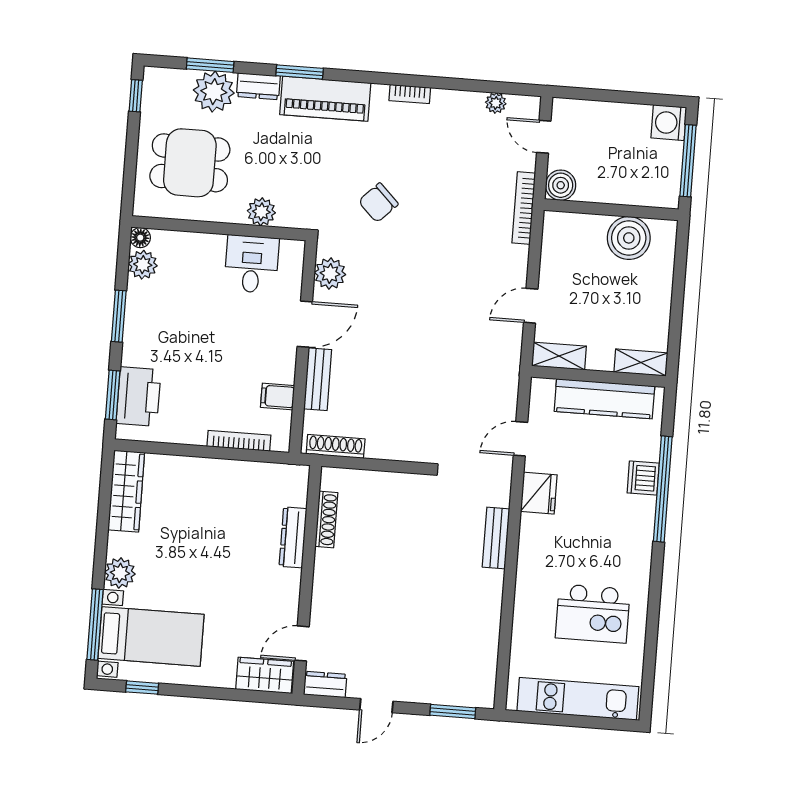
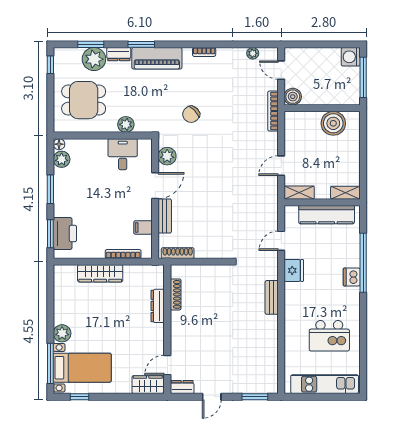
dishwasher: (643, 478) -> (352, 277), moved
wardrobe: (126, 491) -> (100, 273), moved, turned 90

